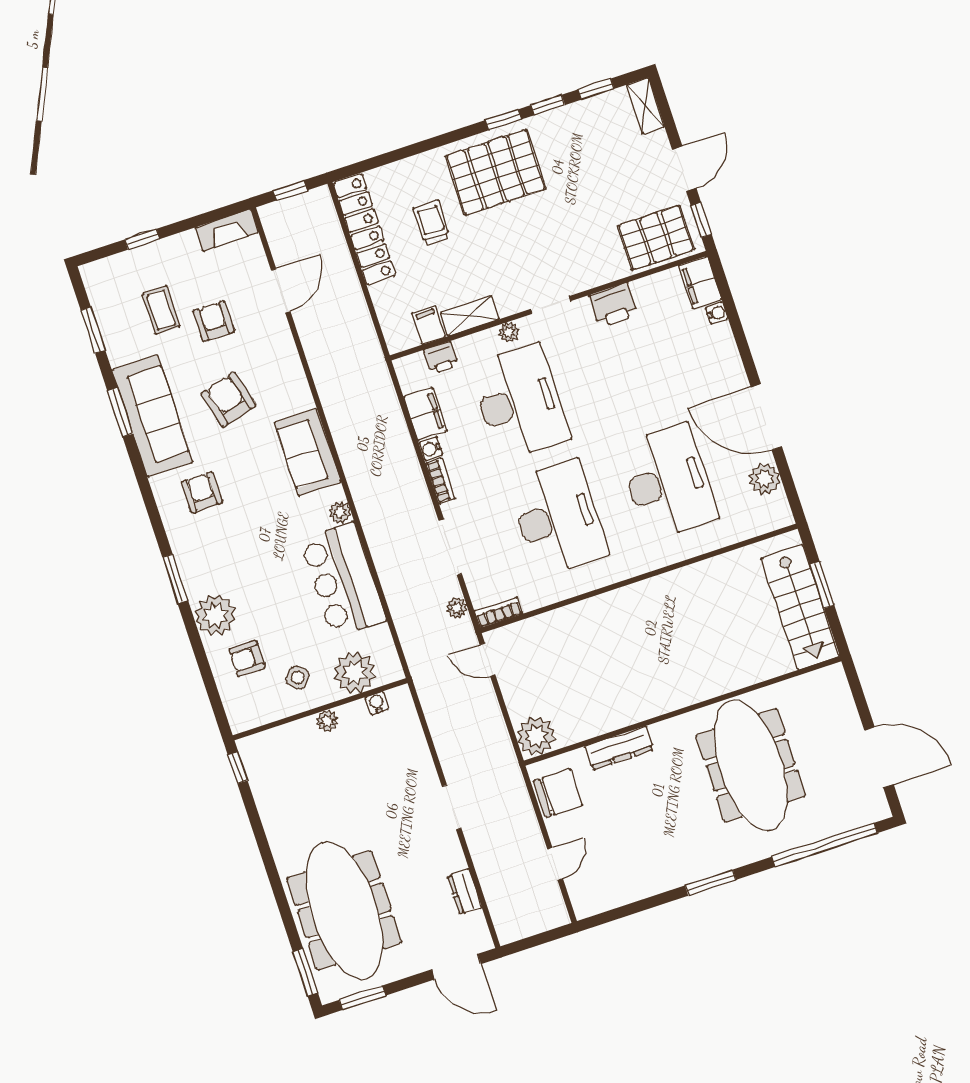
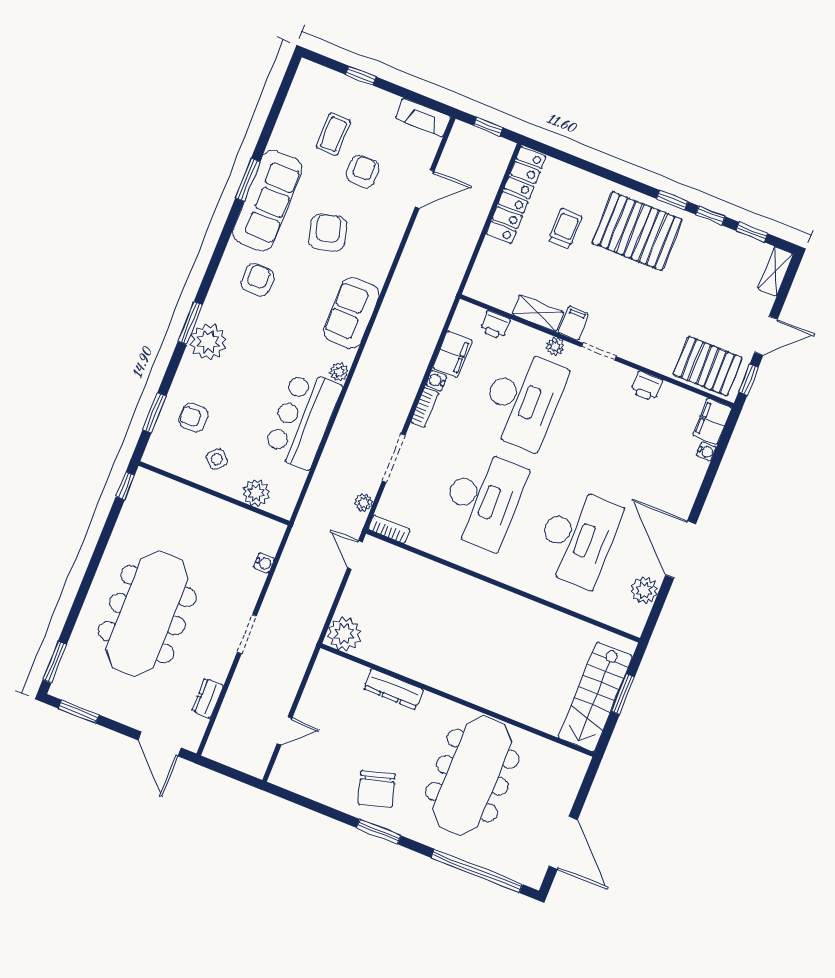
printer: (613, 305) -> (646, 386), width x0.73, depth x0.81
filing cabinet: (429, 325) -> (573, 323), moved
window: (93, 330) -> (154, 413), moved
plant: (215, 615) -> (208, 342), moved
plant: (355, 673) -> (256, 493), width x0.73, depth x0.73
water cooler: (377, 703) -> (264, 563), moved, turned 90
plant: (327, 721) -> (212, 505), removed
chair: (558, 793) -> (377, 789), moved, turned 74
meeting table: (344, 910) -> (147, 614), moved

